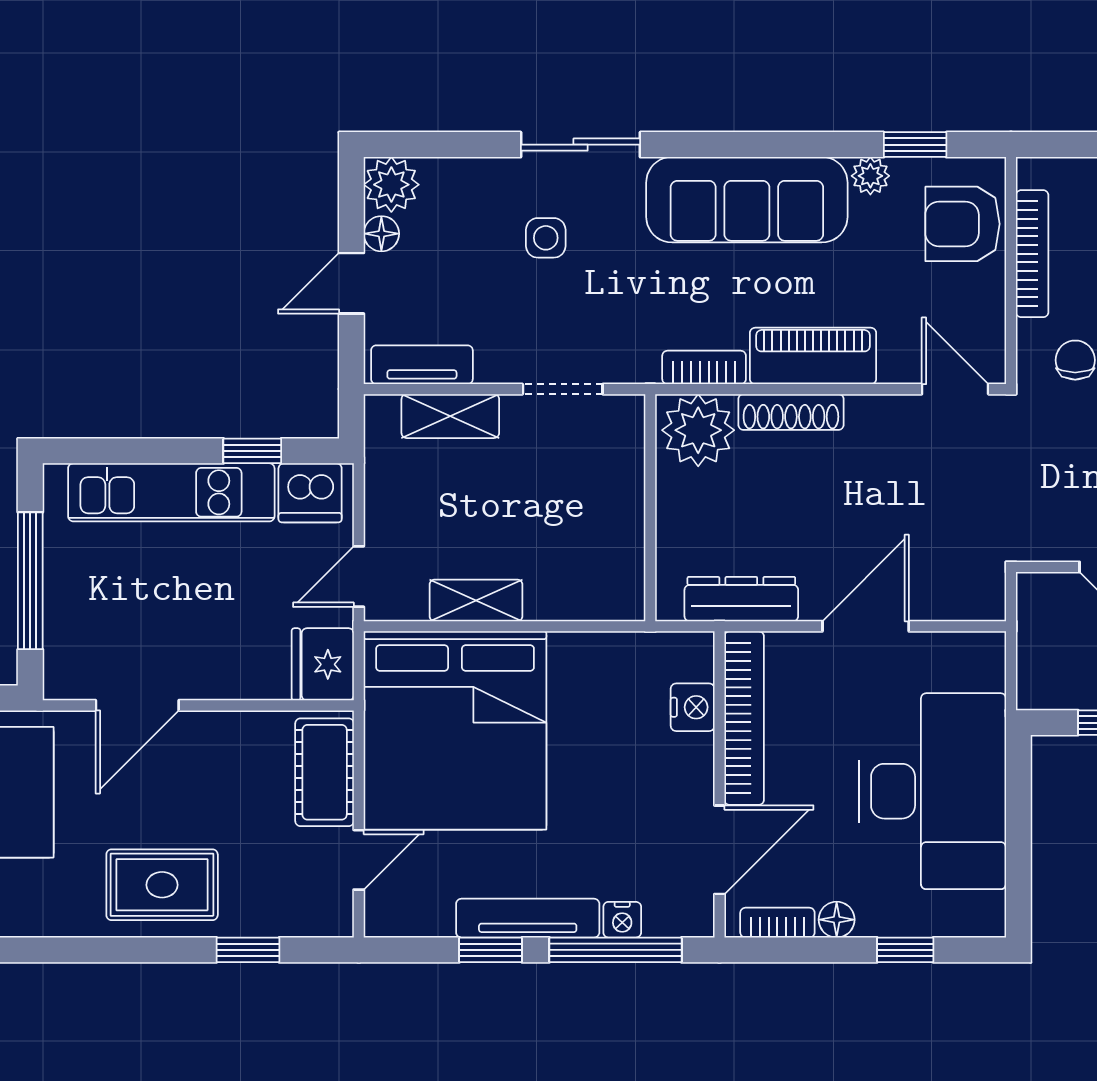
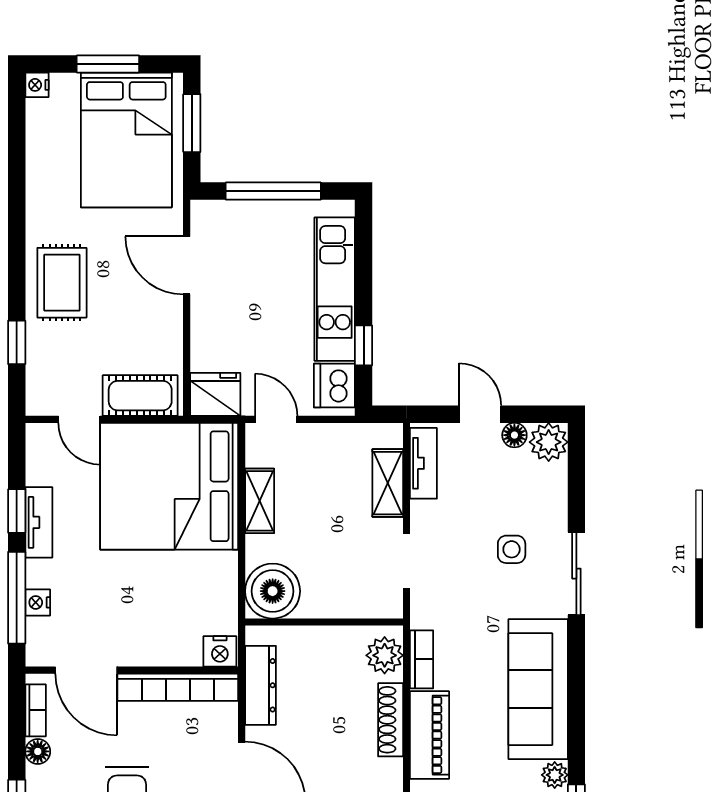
plant: (698, 430) -> (385, 655), width x0.73, depth x0.73
boiler: (606, 582) -> (273, 591), added
nightstand: (693, 707) -> (220, 651), moved
tv unit: (528, 918) -> (39, 522), width x0.71

